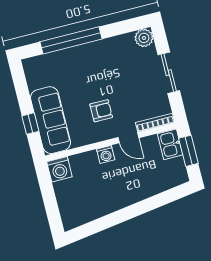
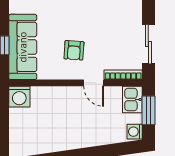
sliding door: (169, 73) -> (148, 44), moved
armchair: (101, 111) -> (74, 50), turned 94
washing machine: (106, 154) -> (135, 132), moved, turned 90

